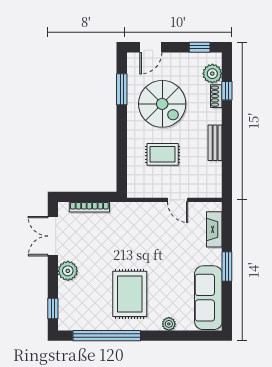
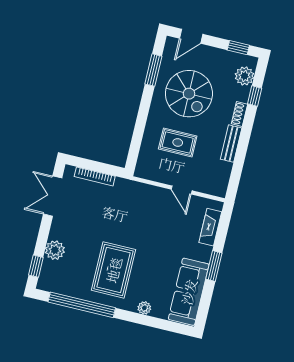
shoe rack: (216, 96) -> (239, 114), moved
plant: (68, 271) -> (55, 250), moved

